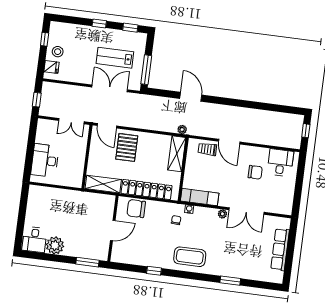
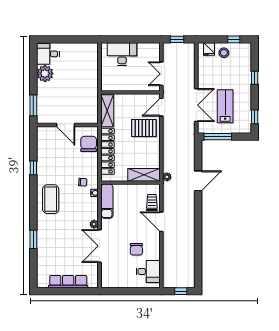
window: (99, 24) -> (255, 78), moved
door: (229, 142) -> (161, 222), hinge flipped

